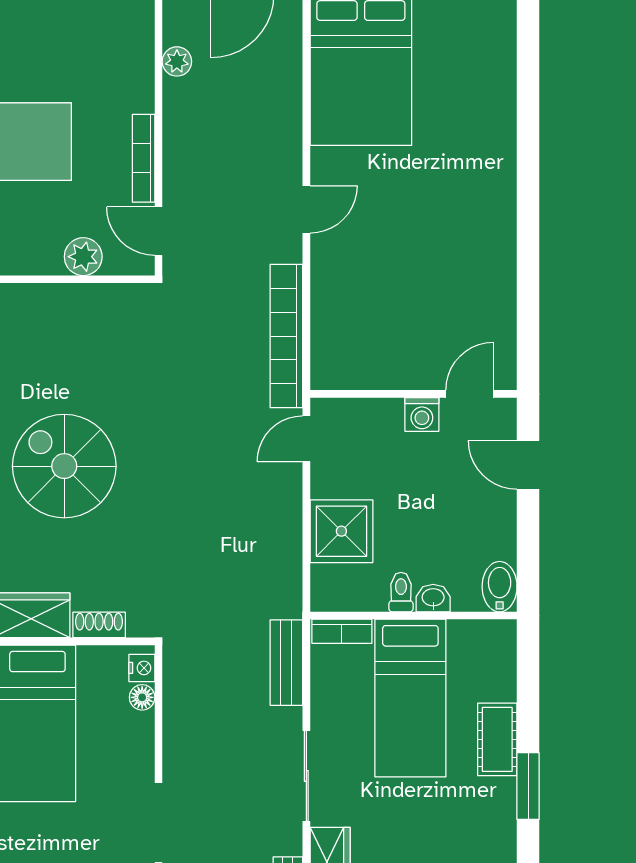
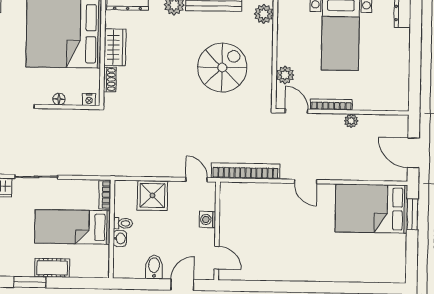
plant: (177, 61) -> (351, 121), moved
door: (159, 231) -> (297, 111), hinge flipped
washing machine: (422, 414) -> (207, 220), moved
spiral stairs: (64, 466) -> (222, 67), moved
bidet: (500, 587) -> (154, 267), moved, turned -90
bench: (286, 663) -> (90, 168), removed
floor lamp: (142, 697) -> (59, 99), moved

